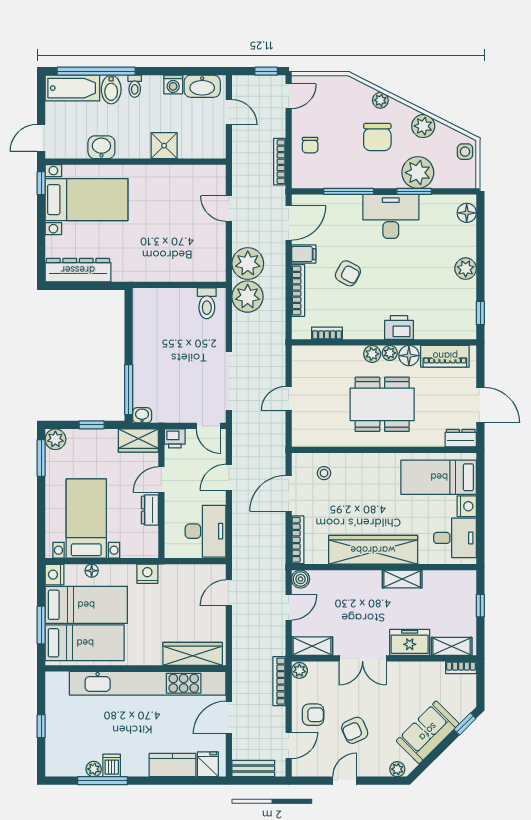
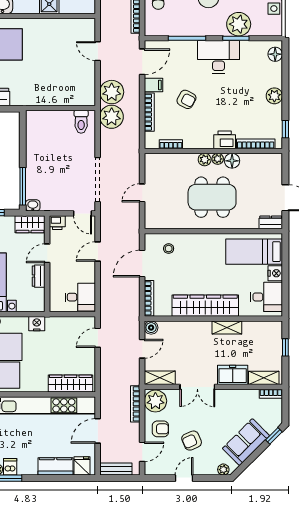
bookcase: (441, 333) -> (256, 144), added
piano: (445, 356) -> (259, 161), removed
desk: (206, 531) -> (80, 297), width x0.73
plant: (299, 670) -> (155, 401), width x1.88, depth x1.88

